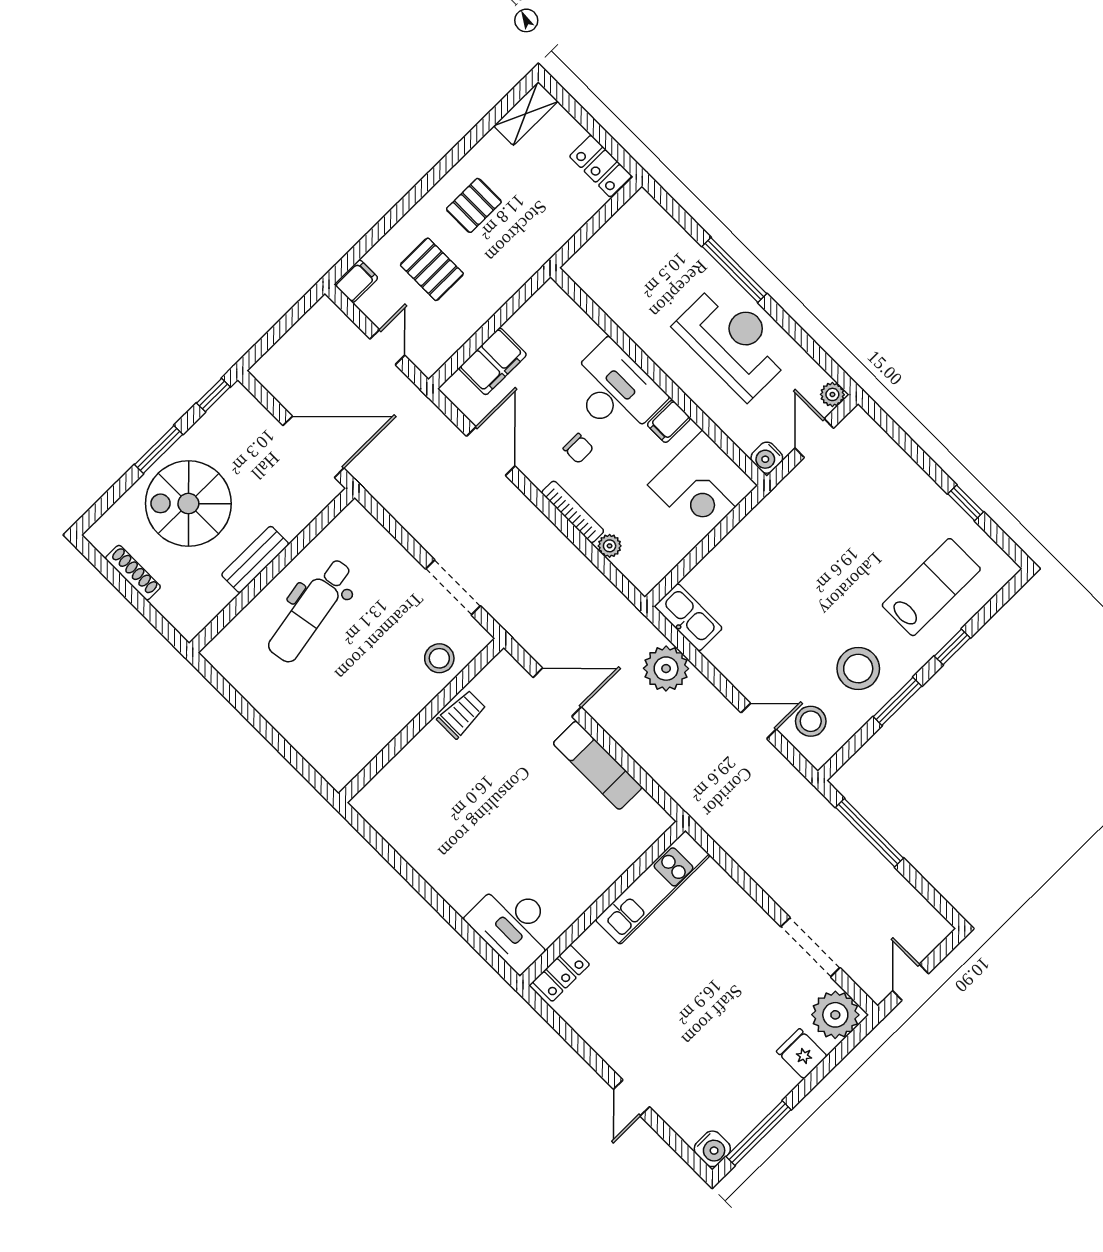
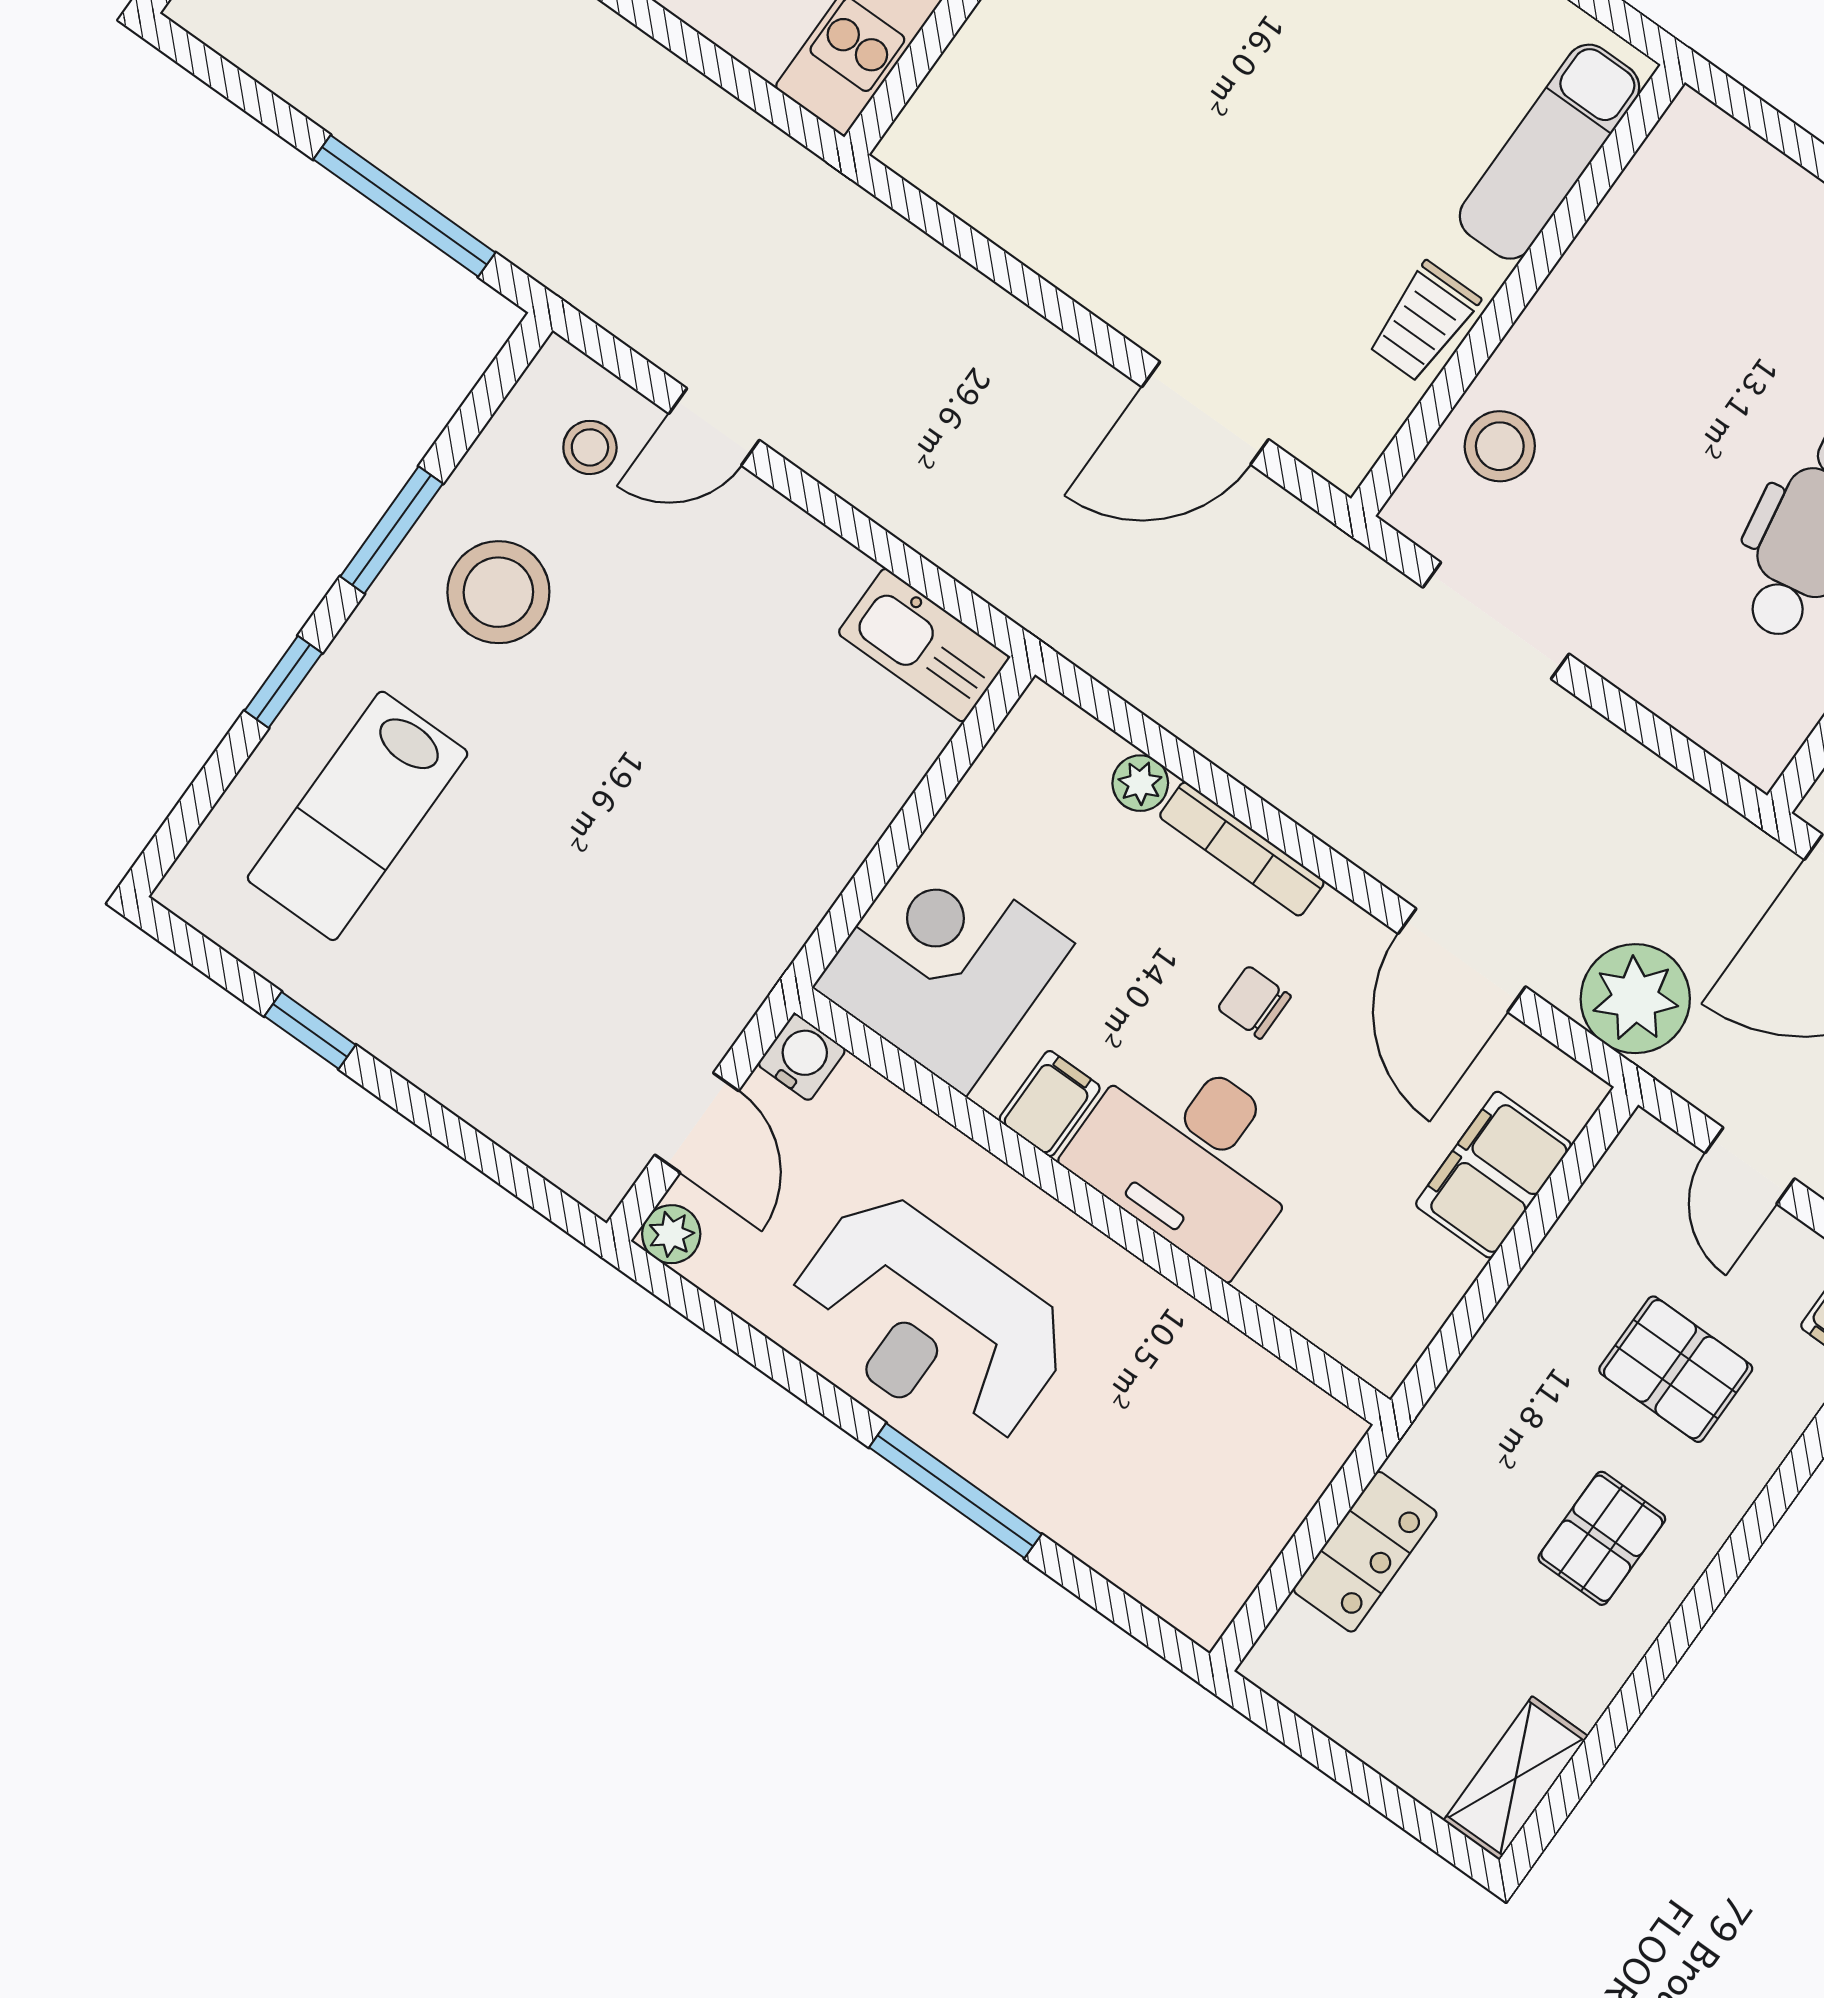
locker: (601, 166) -> (1365, 1552), moved, turned 90
plant: (666, 669) -> (1635, 999), moved
stool: (811, 721) -> (590, 447), width x0.73, depth x0.73
exam couch: (598, 765) -> (1549, 152), moved, turned -90

